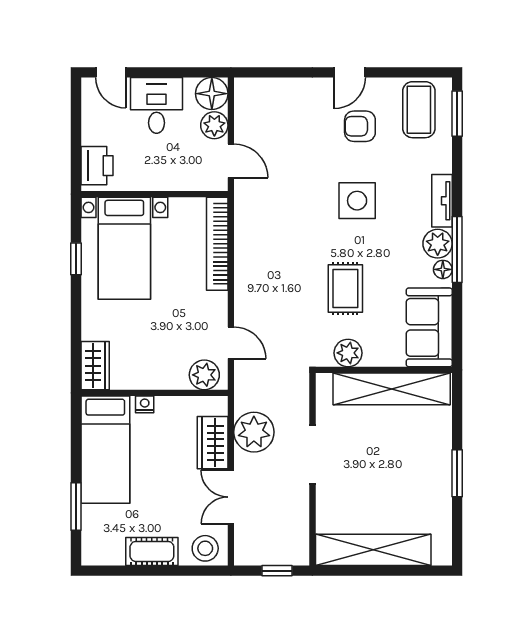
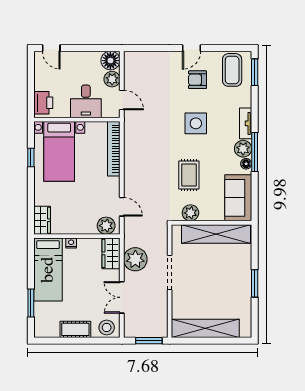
desk: (157, 105) -> (86, 101), moved, turned 180
wardrobe: (213, 443) -> (111, 253), moved
window: (277, 571) -> (149, 341), width x1.50

